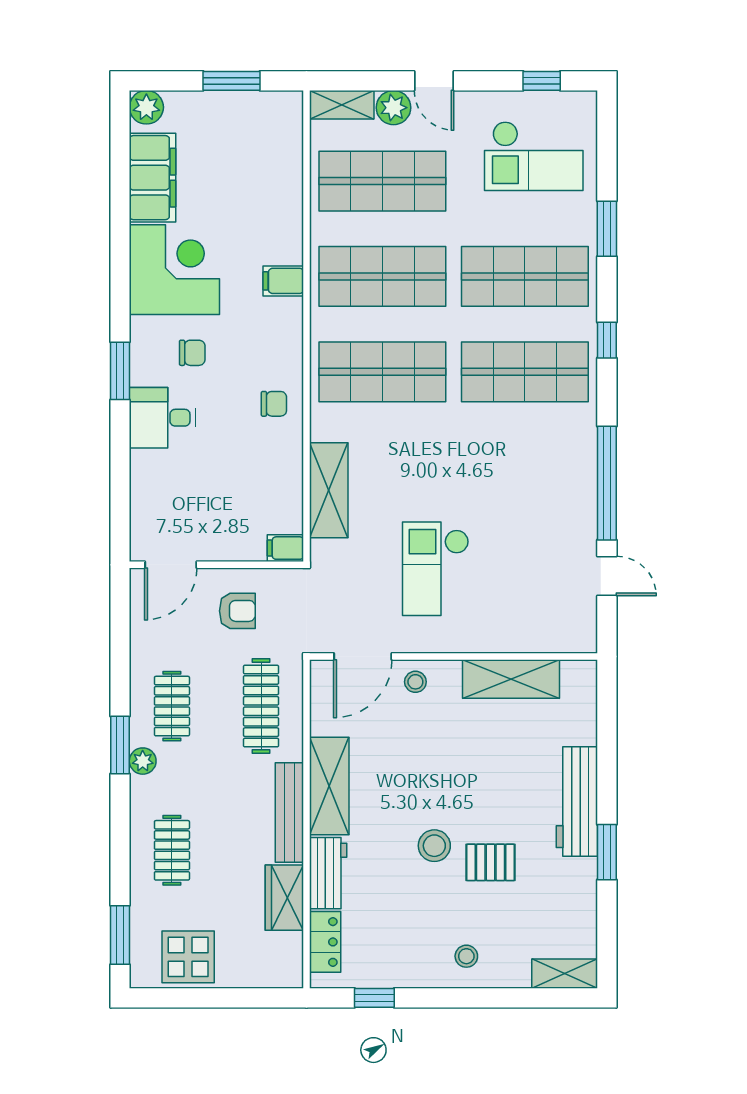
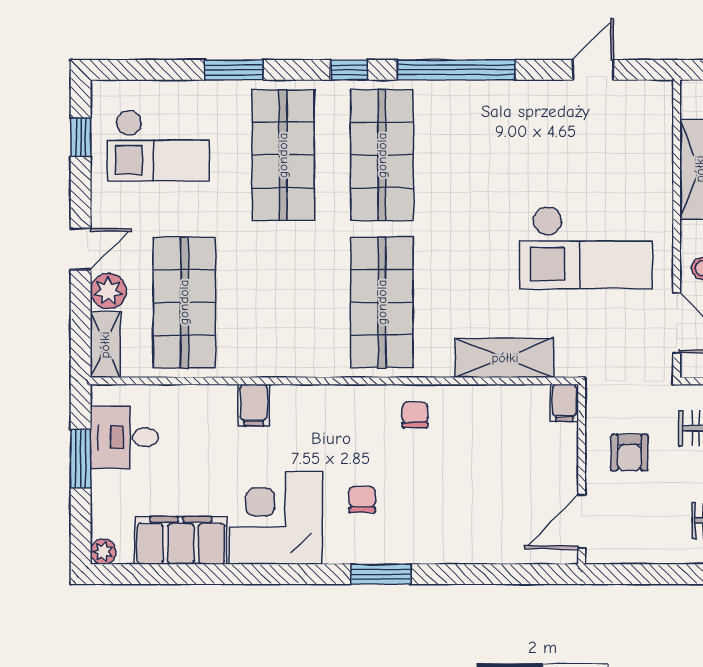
plant: (146, 107) -> (103, 552), width x0.73, depth x0.73
checkout: (534, 156) -> (158, 146), turned 90
shop shelf: (382, 276) -> (283, 302), removed
filing cabinet: (283, 281) -> (254, 405), moved
desk: (162, 418) -> (124, 437), moved, turned 90
window: (607, 483) -> (456, 70), moved
door: (171, 565) -> (582, 522), swing flipped
checkout: (436, 569) -> (586, 247), width x1.36, depth x1.21
armchair: (237, 611) -> (629, 453), turned 180

